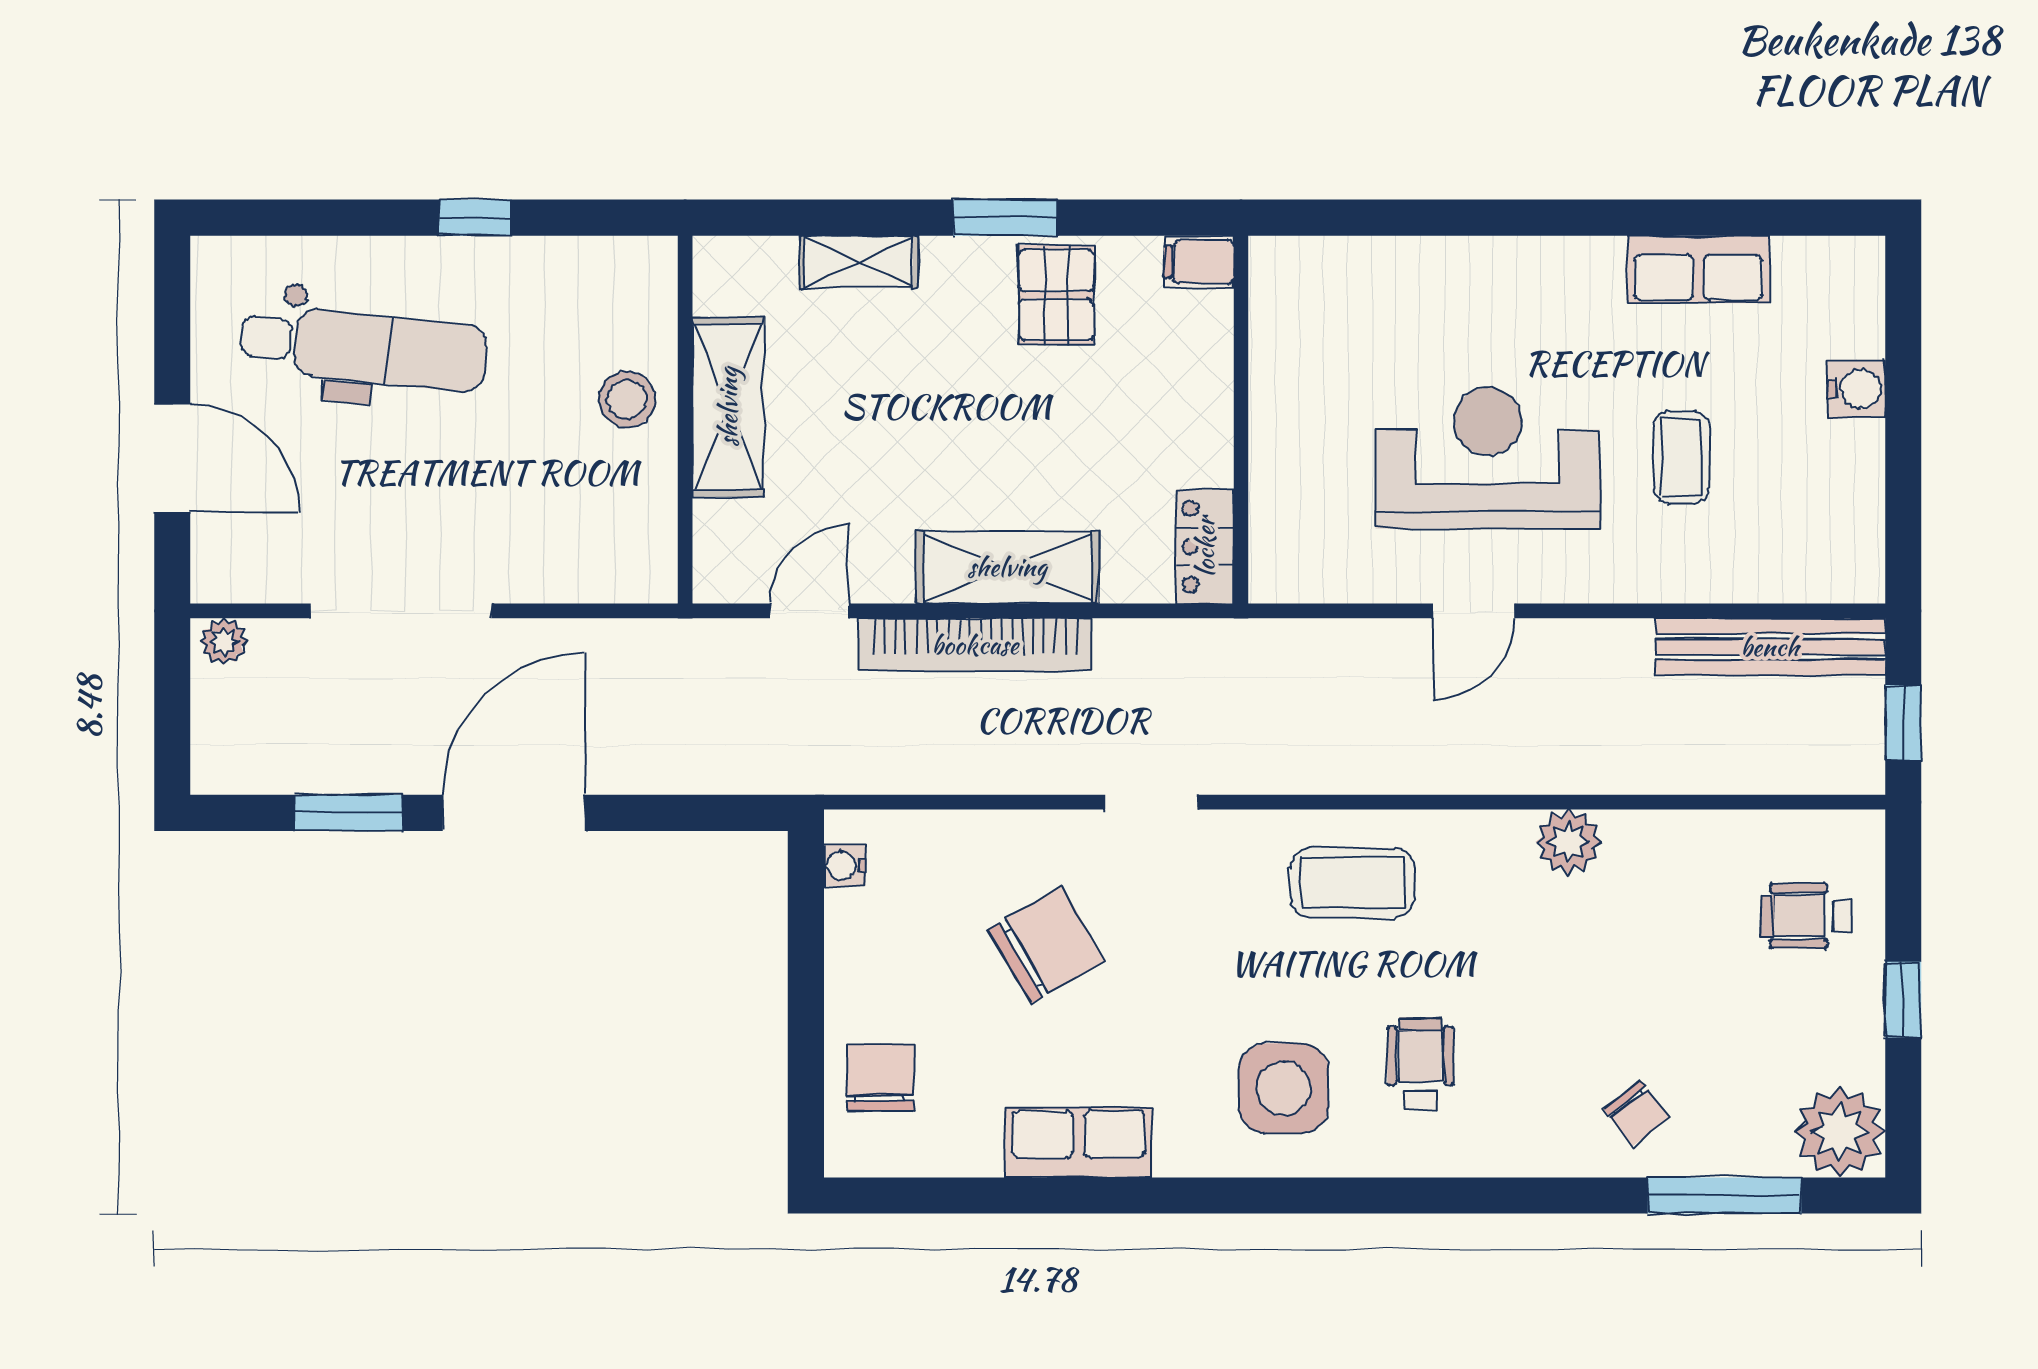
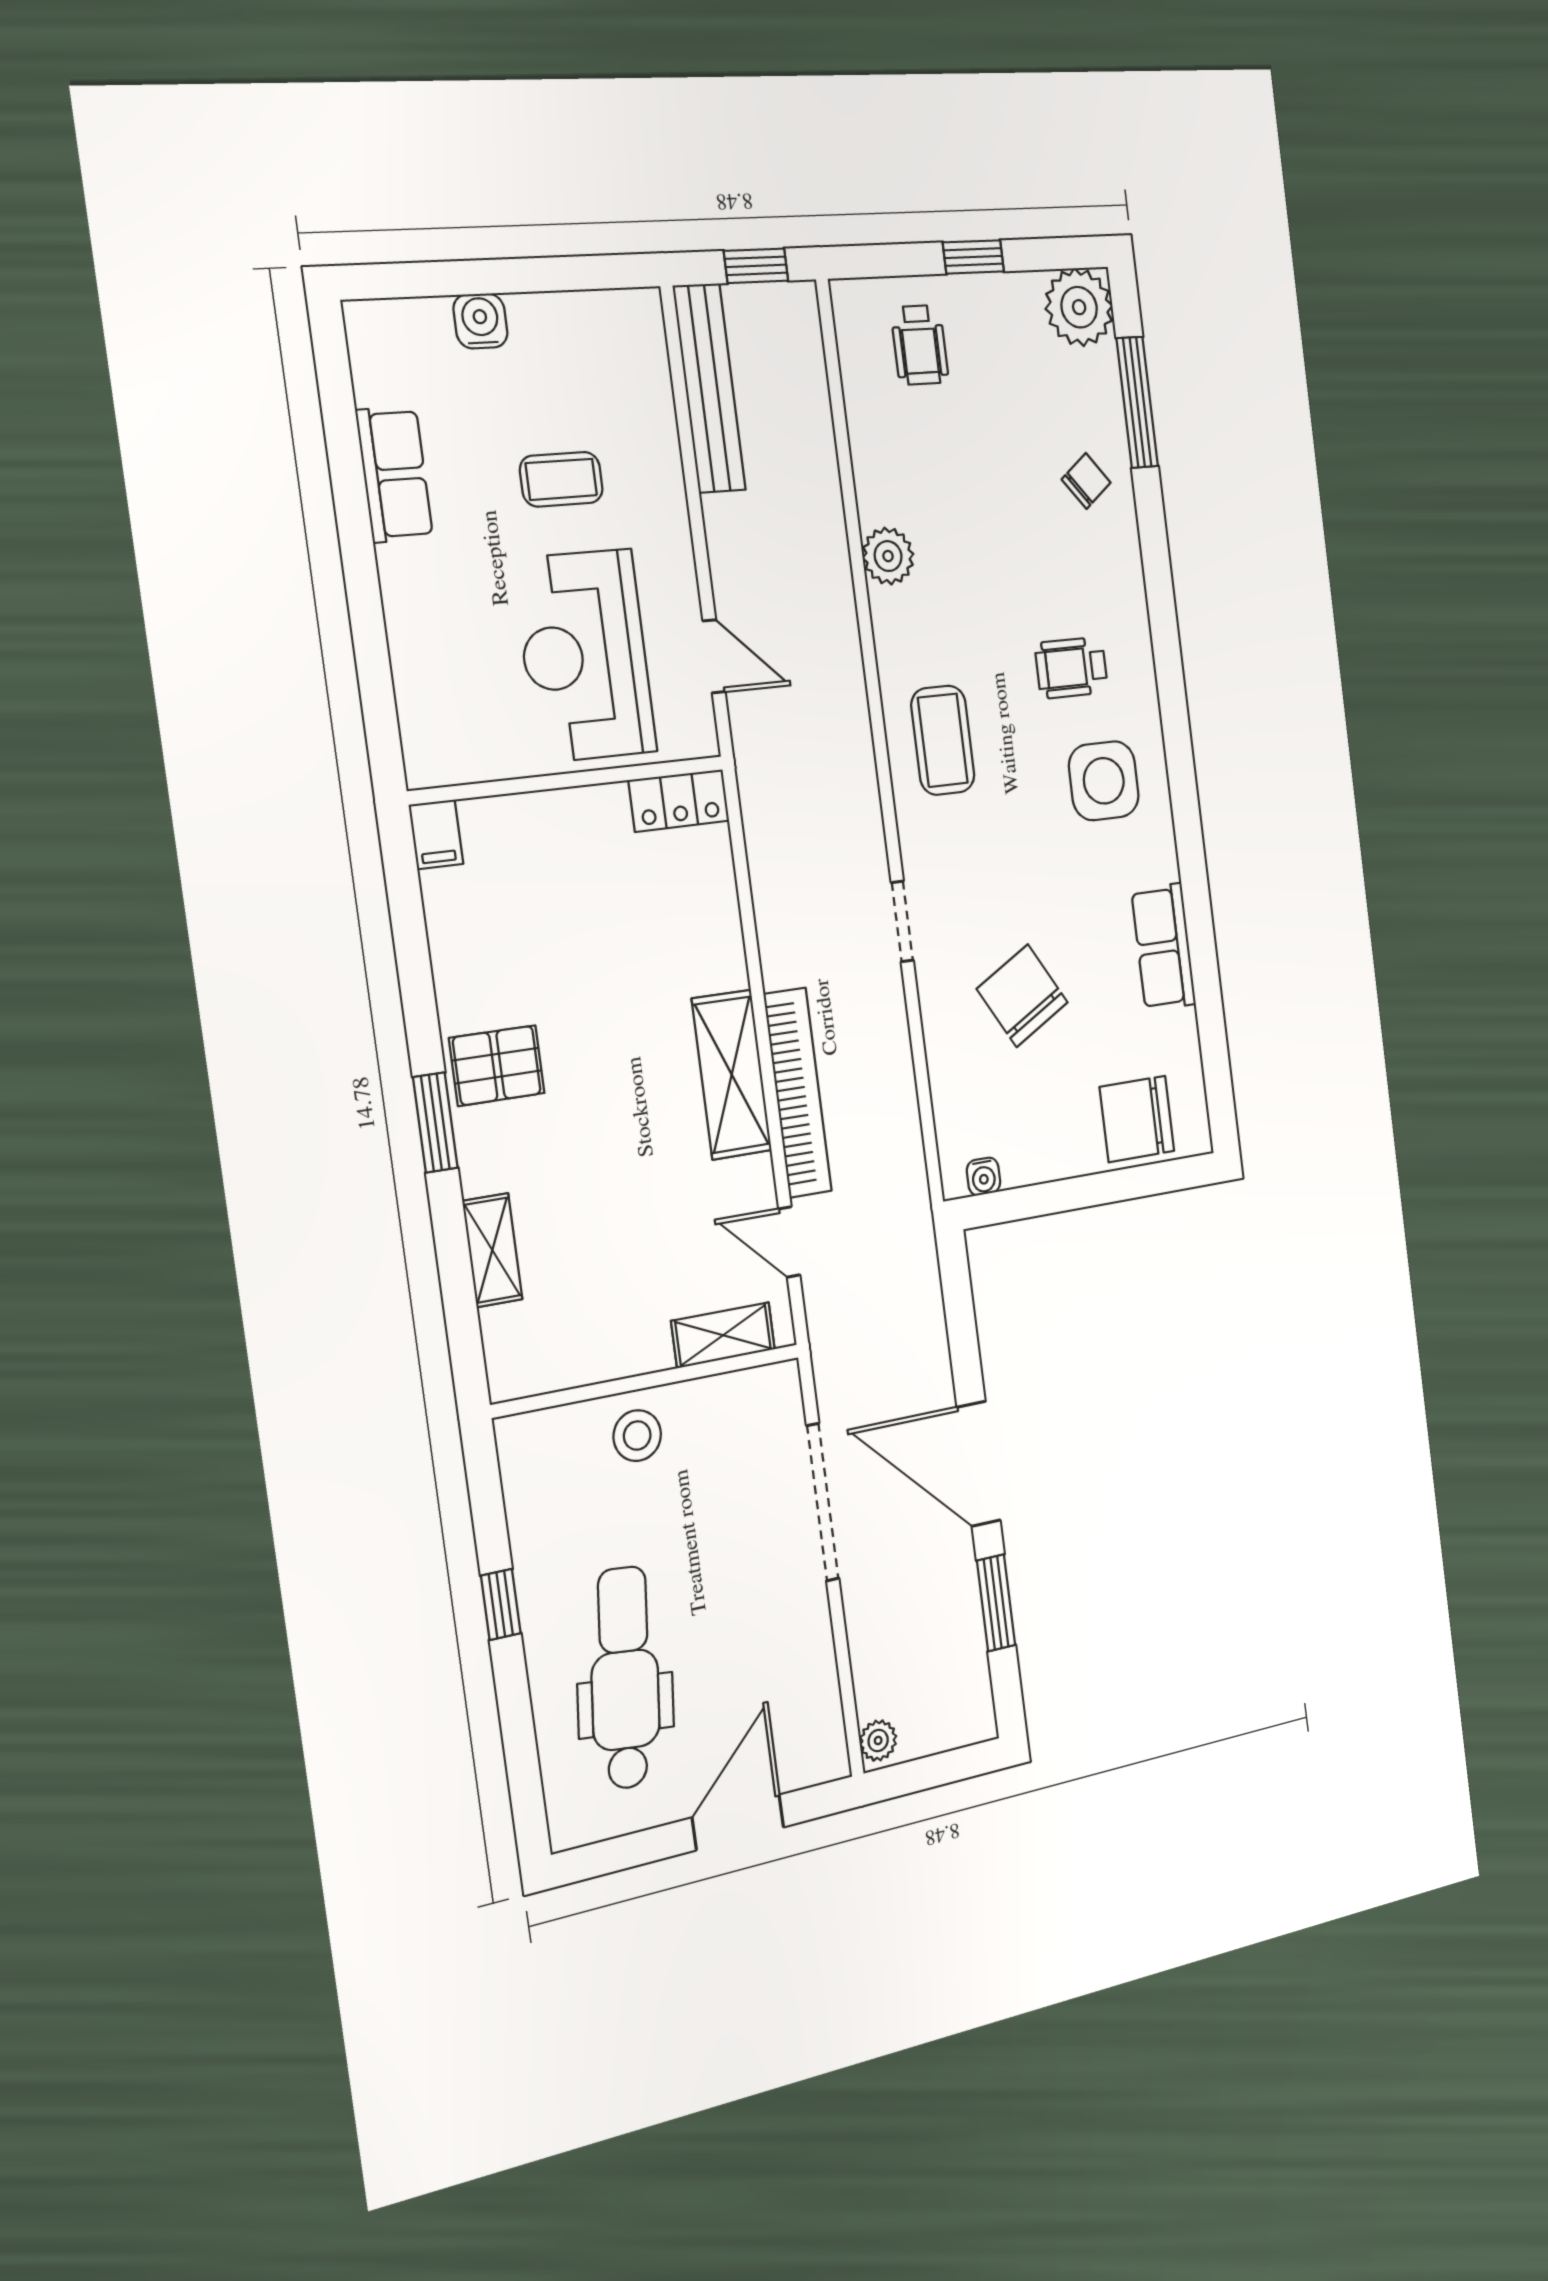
filing cabinet: (1199, 262) -> (436, 834), moved
shelving: (728, 407) -> (723, 1335), moved, width x0.67, depth x0.75
wall: (1241, 420) -> (568, 780), moved
locker: (1205, 547) -> (679, 801), moved
doorway: (401, 611) -> (823, 1502), moved
chair: (880, 1078) -> (1137, 1119), width x1.37, depth x1.37

